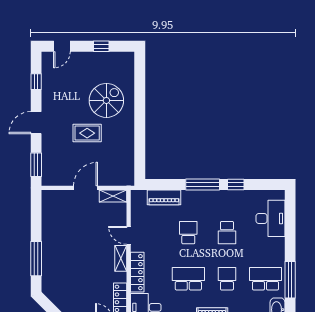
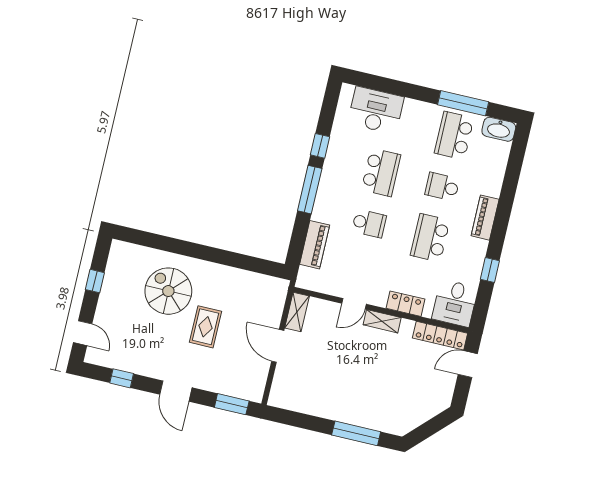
school desk: (188, 233) -> (369, 223), turned 180
school desk: (227, 233) -> (381, 172), width x1.85
locker: (137, 272) -> (406, 304), width x0.66

